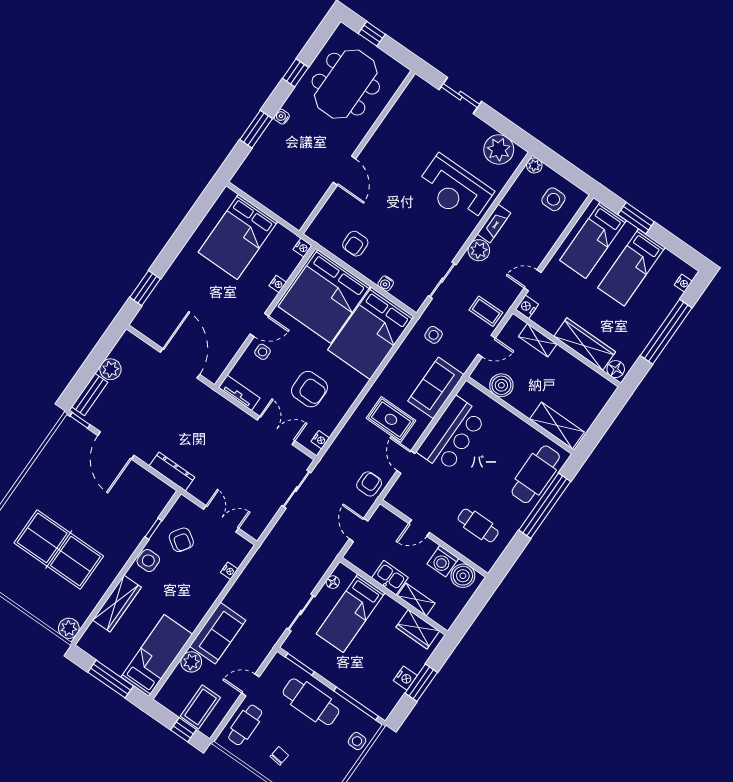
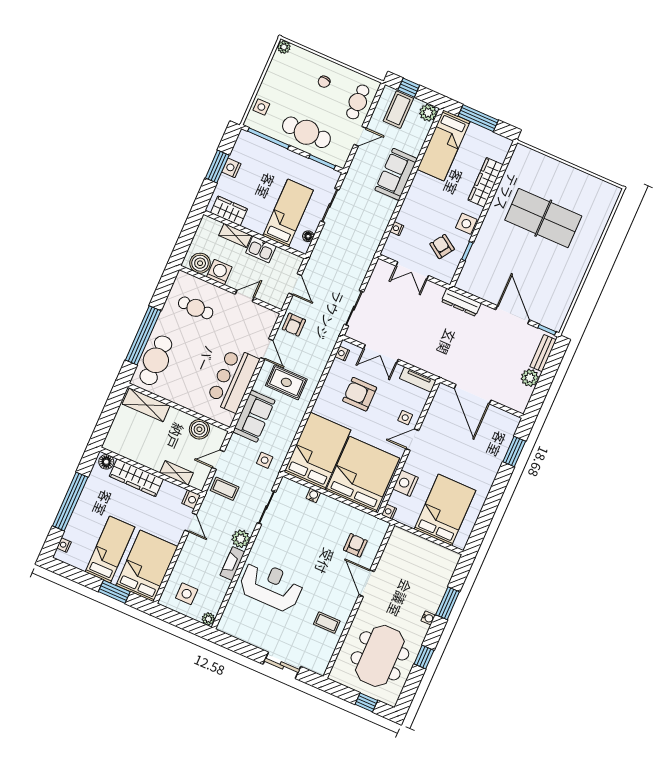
coffee table: (399, 134) -> (327, 623), added
plant: (499, 150) -> (241, 626), removed
bed: (593, 240) -> (147, 566), width x1.50
armchair: (355, 244) -> (355, 545), moved
door: (533, 280) -> (191, 522), hinge flipped
nightstand: (278, 284) -> (406, 483), width x1.89, depth x1.79
plant: (69, 628) -> (522, 154), removed
plant: (191, 662) -> (428, 113), moved

